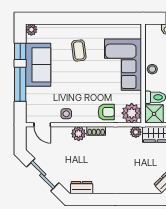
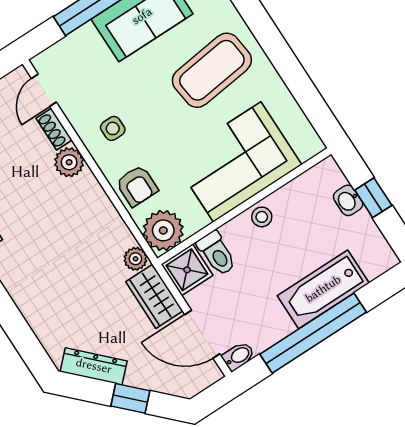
coffee table: (79, 51) -> (212, 70), width x1.86, depth x1.72
side table: (66, 114) -> (113, 128), moved
shoe rack: (96, 131) -> (54, 129), moved

